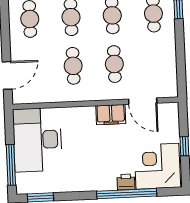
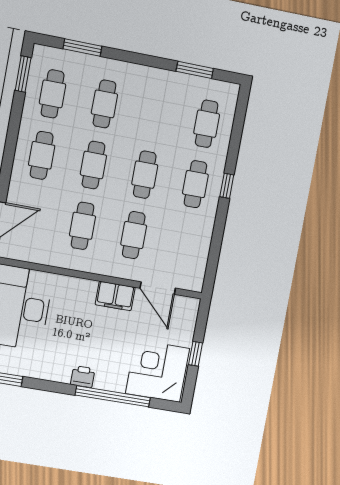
printer: (126, 182) -> (83, 377), moved

